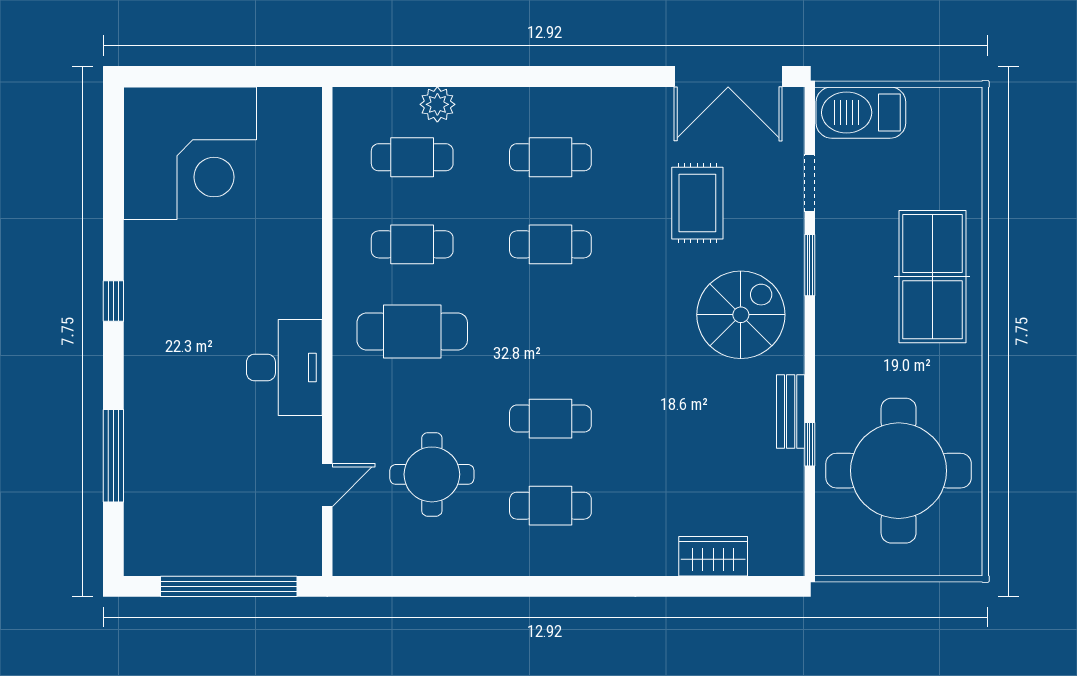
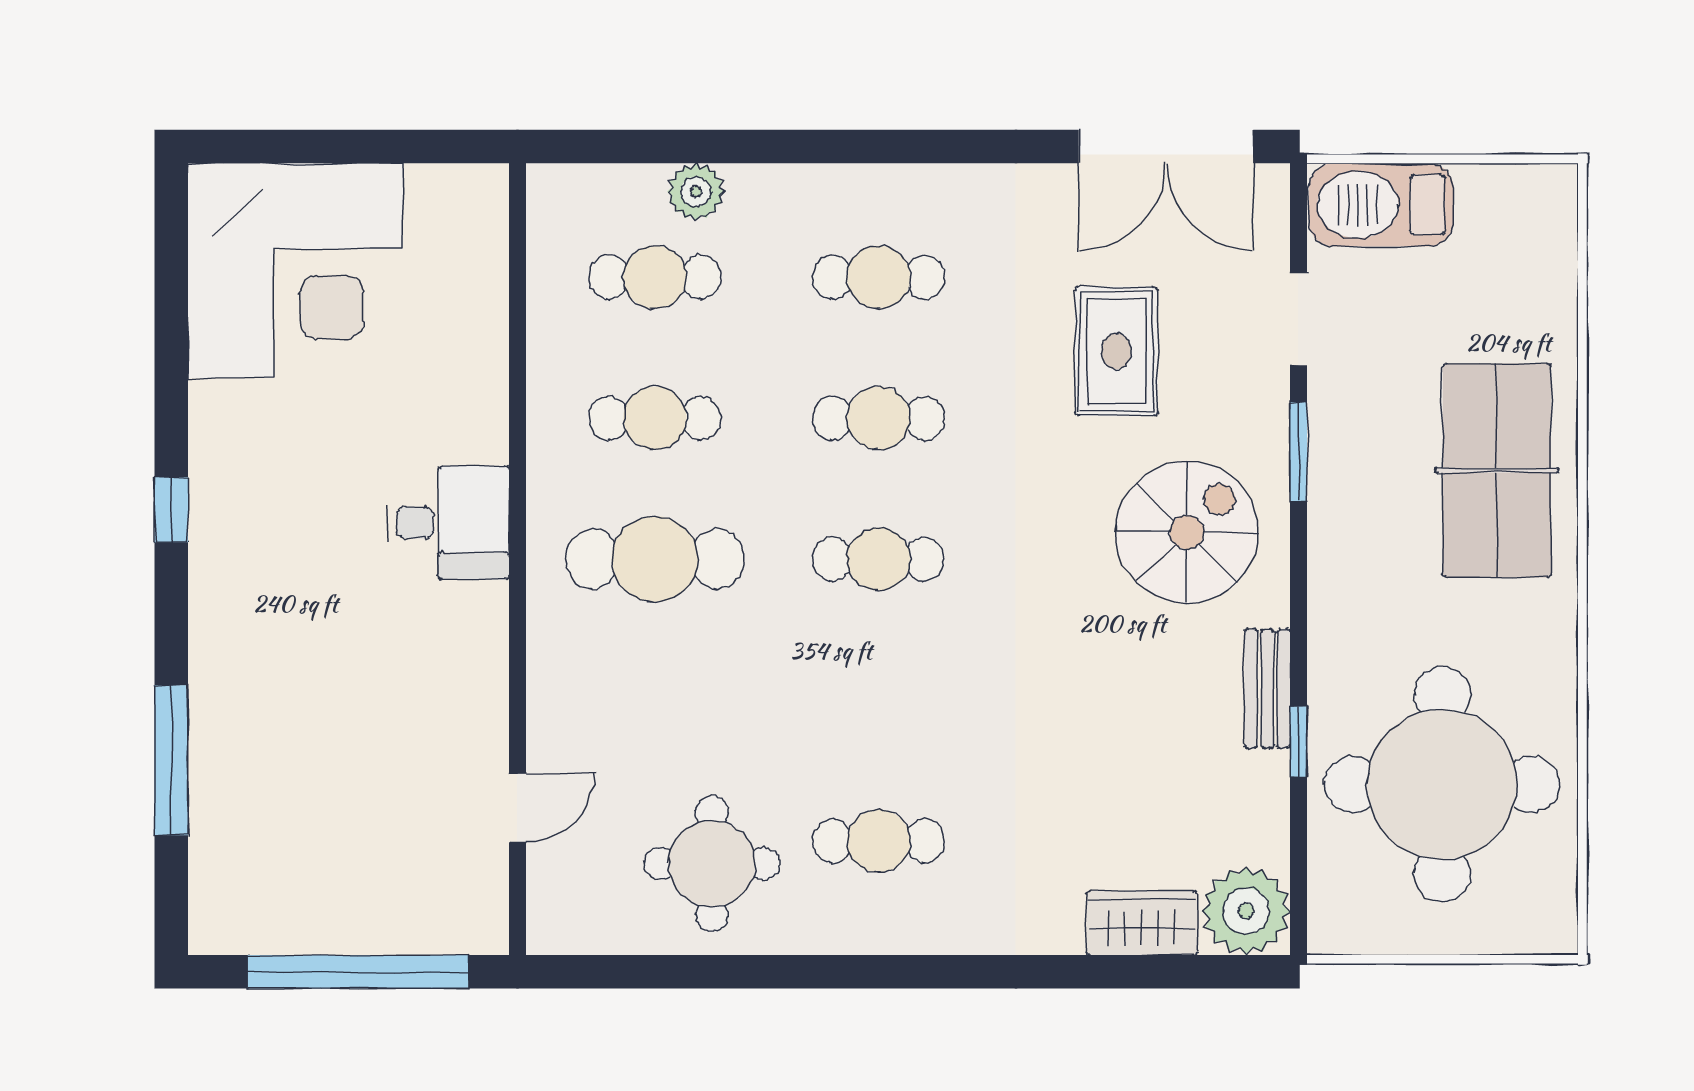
desk: (284, 367) -> (448, 523), moved, width x0.73
cafe table: (550, 419) -> (879, 559), moved
round table: (432, 474) -> (712, 864), moved
plant: (777, 549) -> (1246, 911), added

